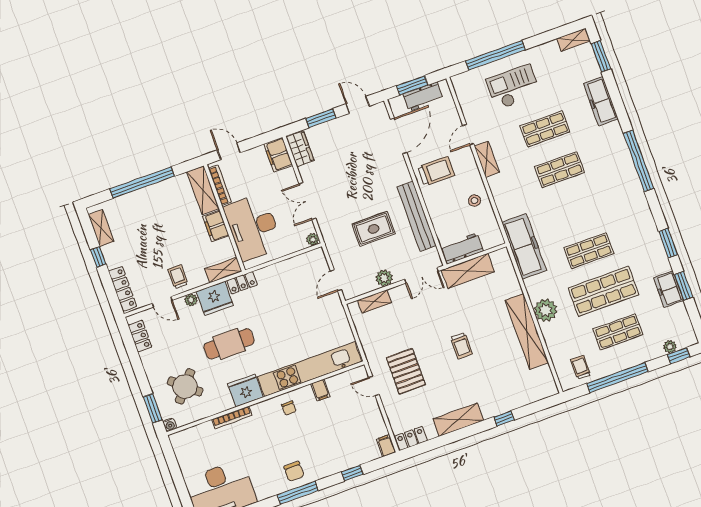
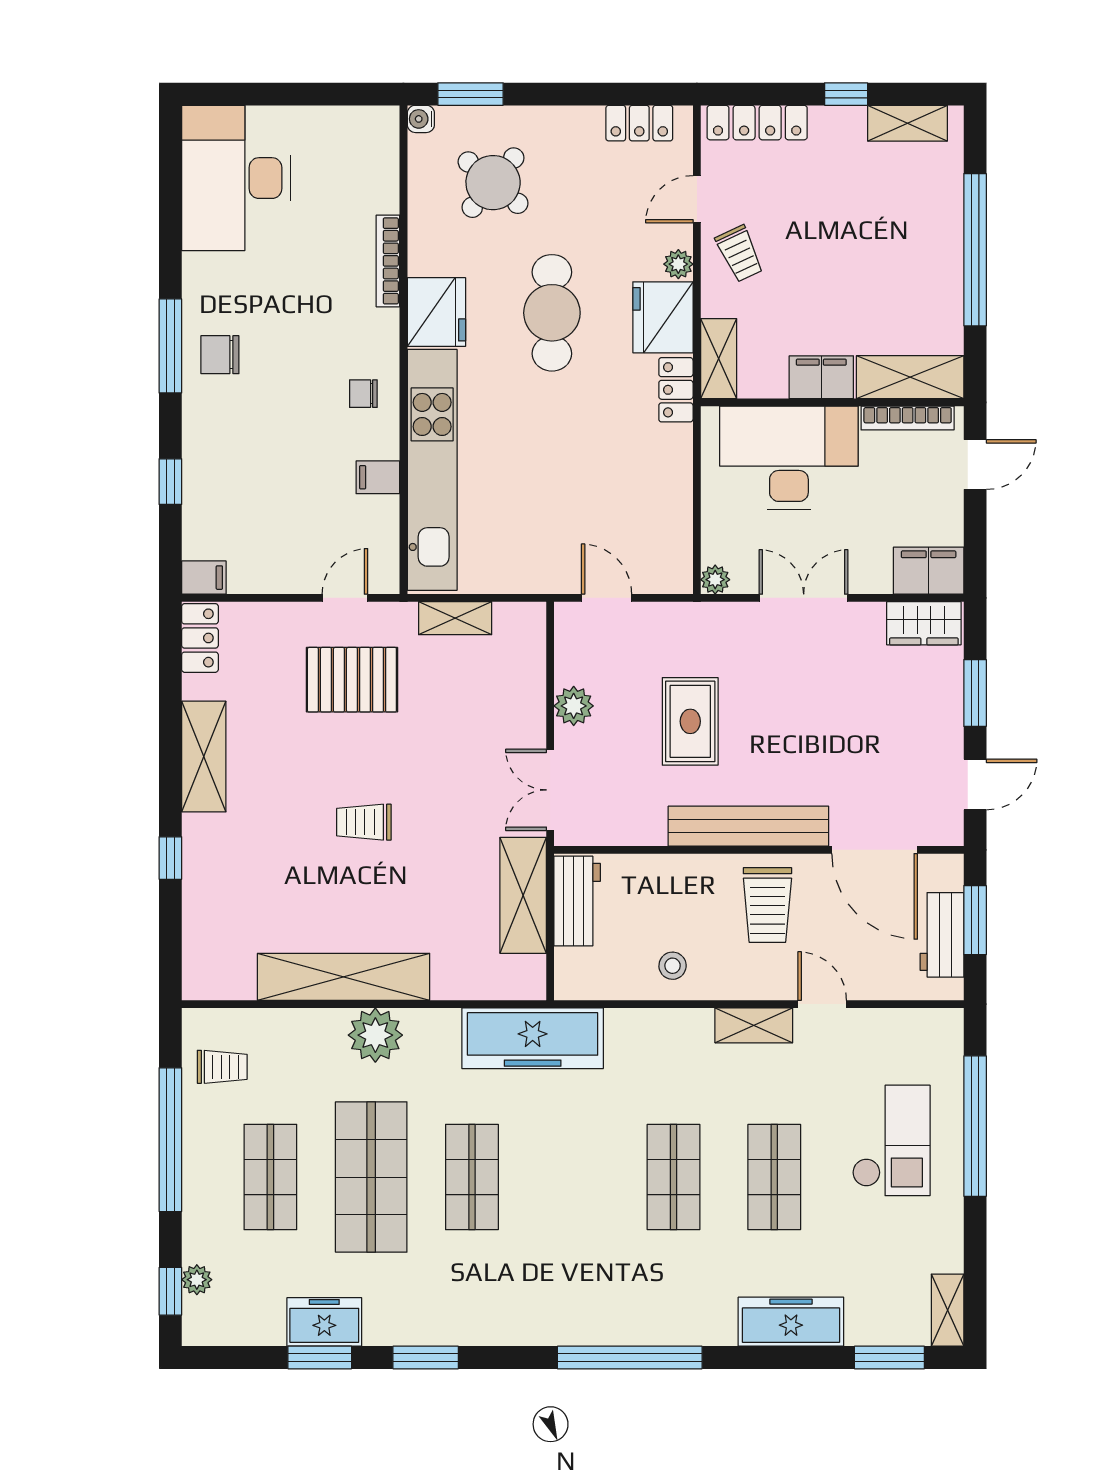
bench: (417, 216) -> (748, 826), moved
trolley: (178, 277) -> (740, 254), turned 65
shelving: (374, 301) -> (455, 618), moved, turned 90

